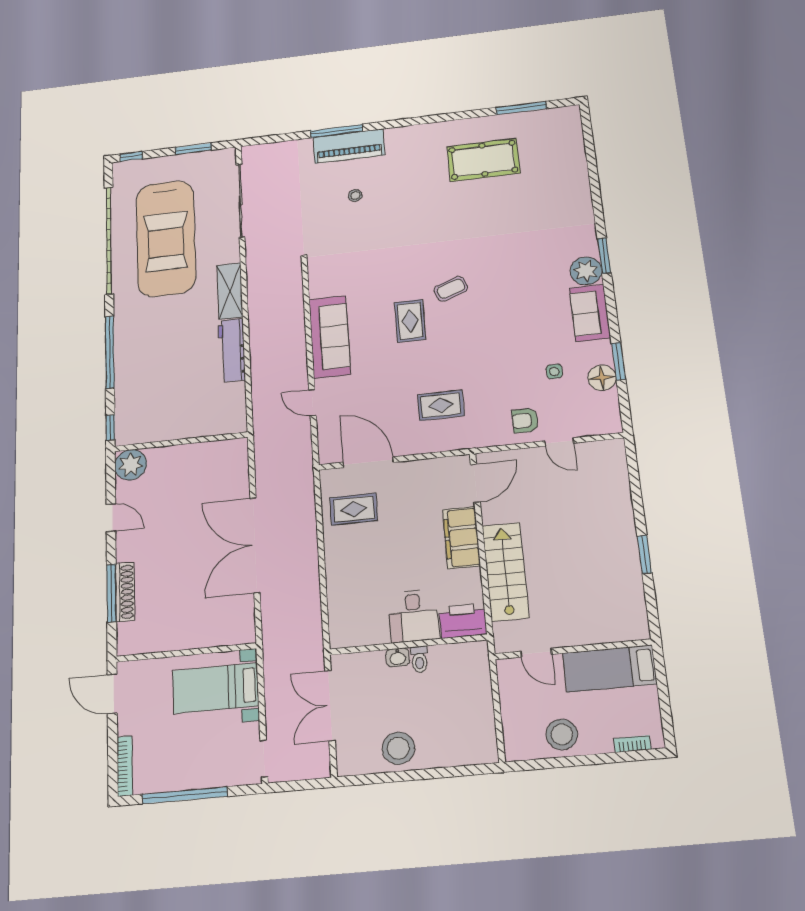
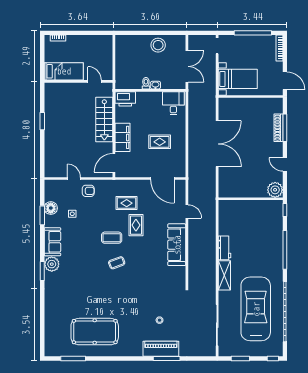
pool table: (483, 160) -> (95, 332), width x1.36, depth x1.32
rug: (410, 321) -> (136, 225), moved
coffee table: (466, 335) -> (112, 238), added
workbench: (232, 350) -> (225, 248), width x0.73
rug: (354, 509) -> (160, 142), moved
desk: (414, 616) -> (173, 103), moved
stool: (562, 734) -> (87, 45), removed

